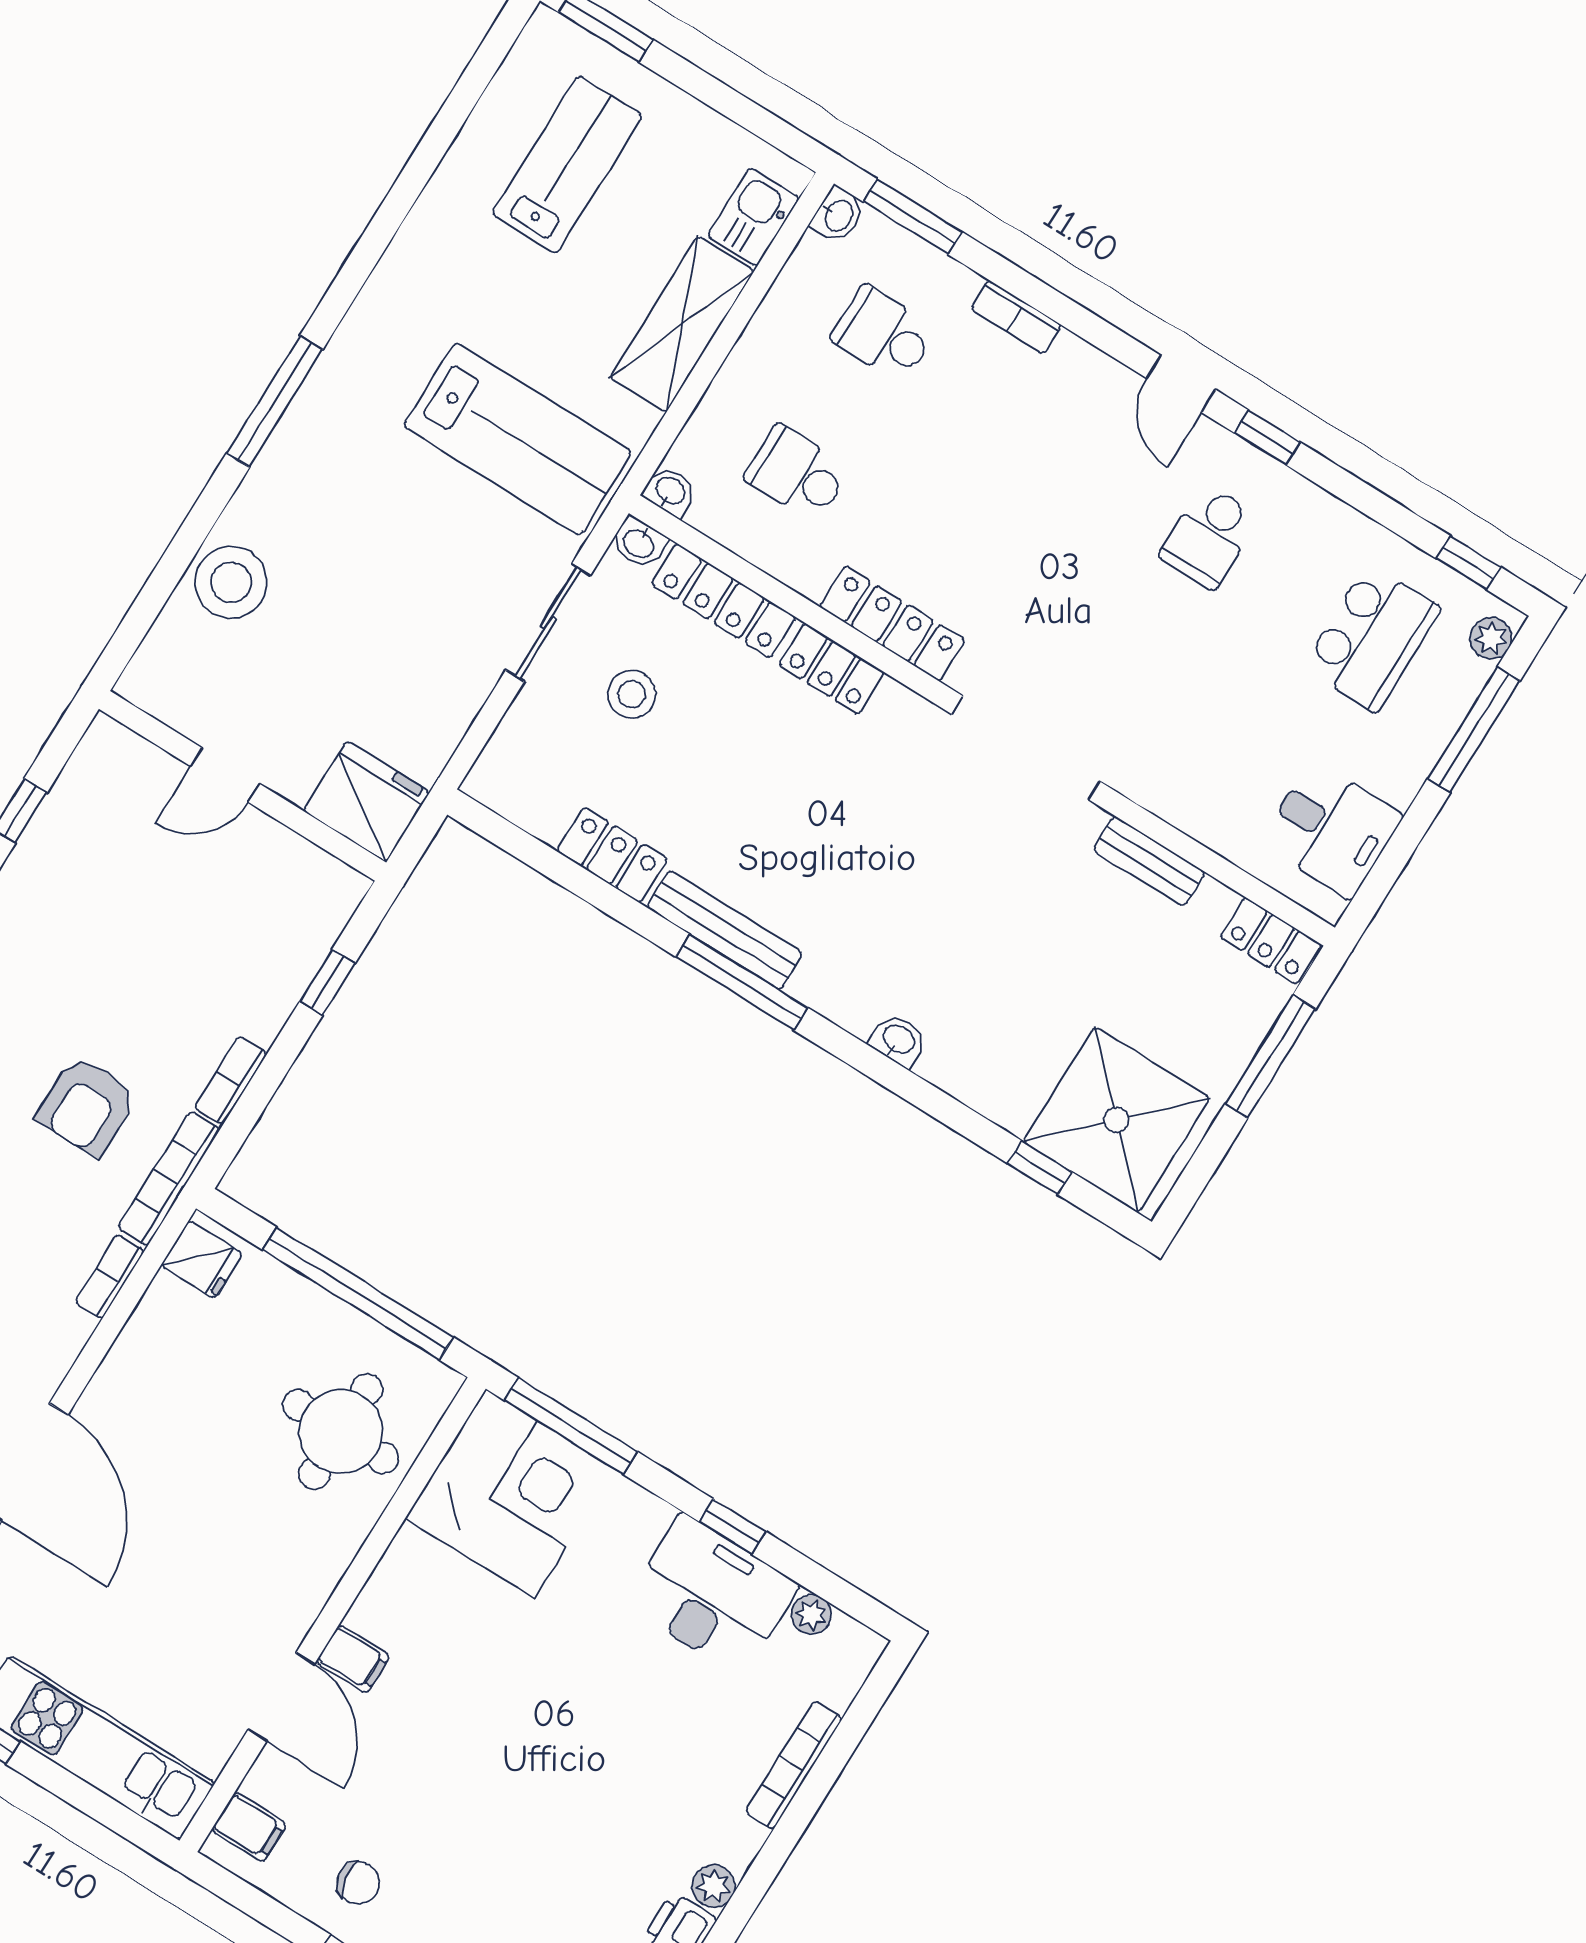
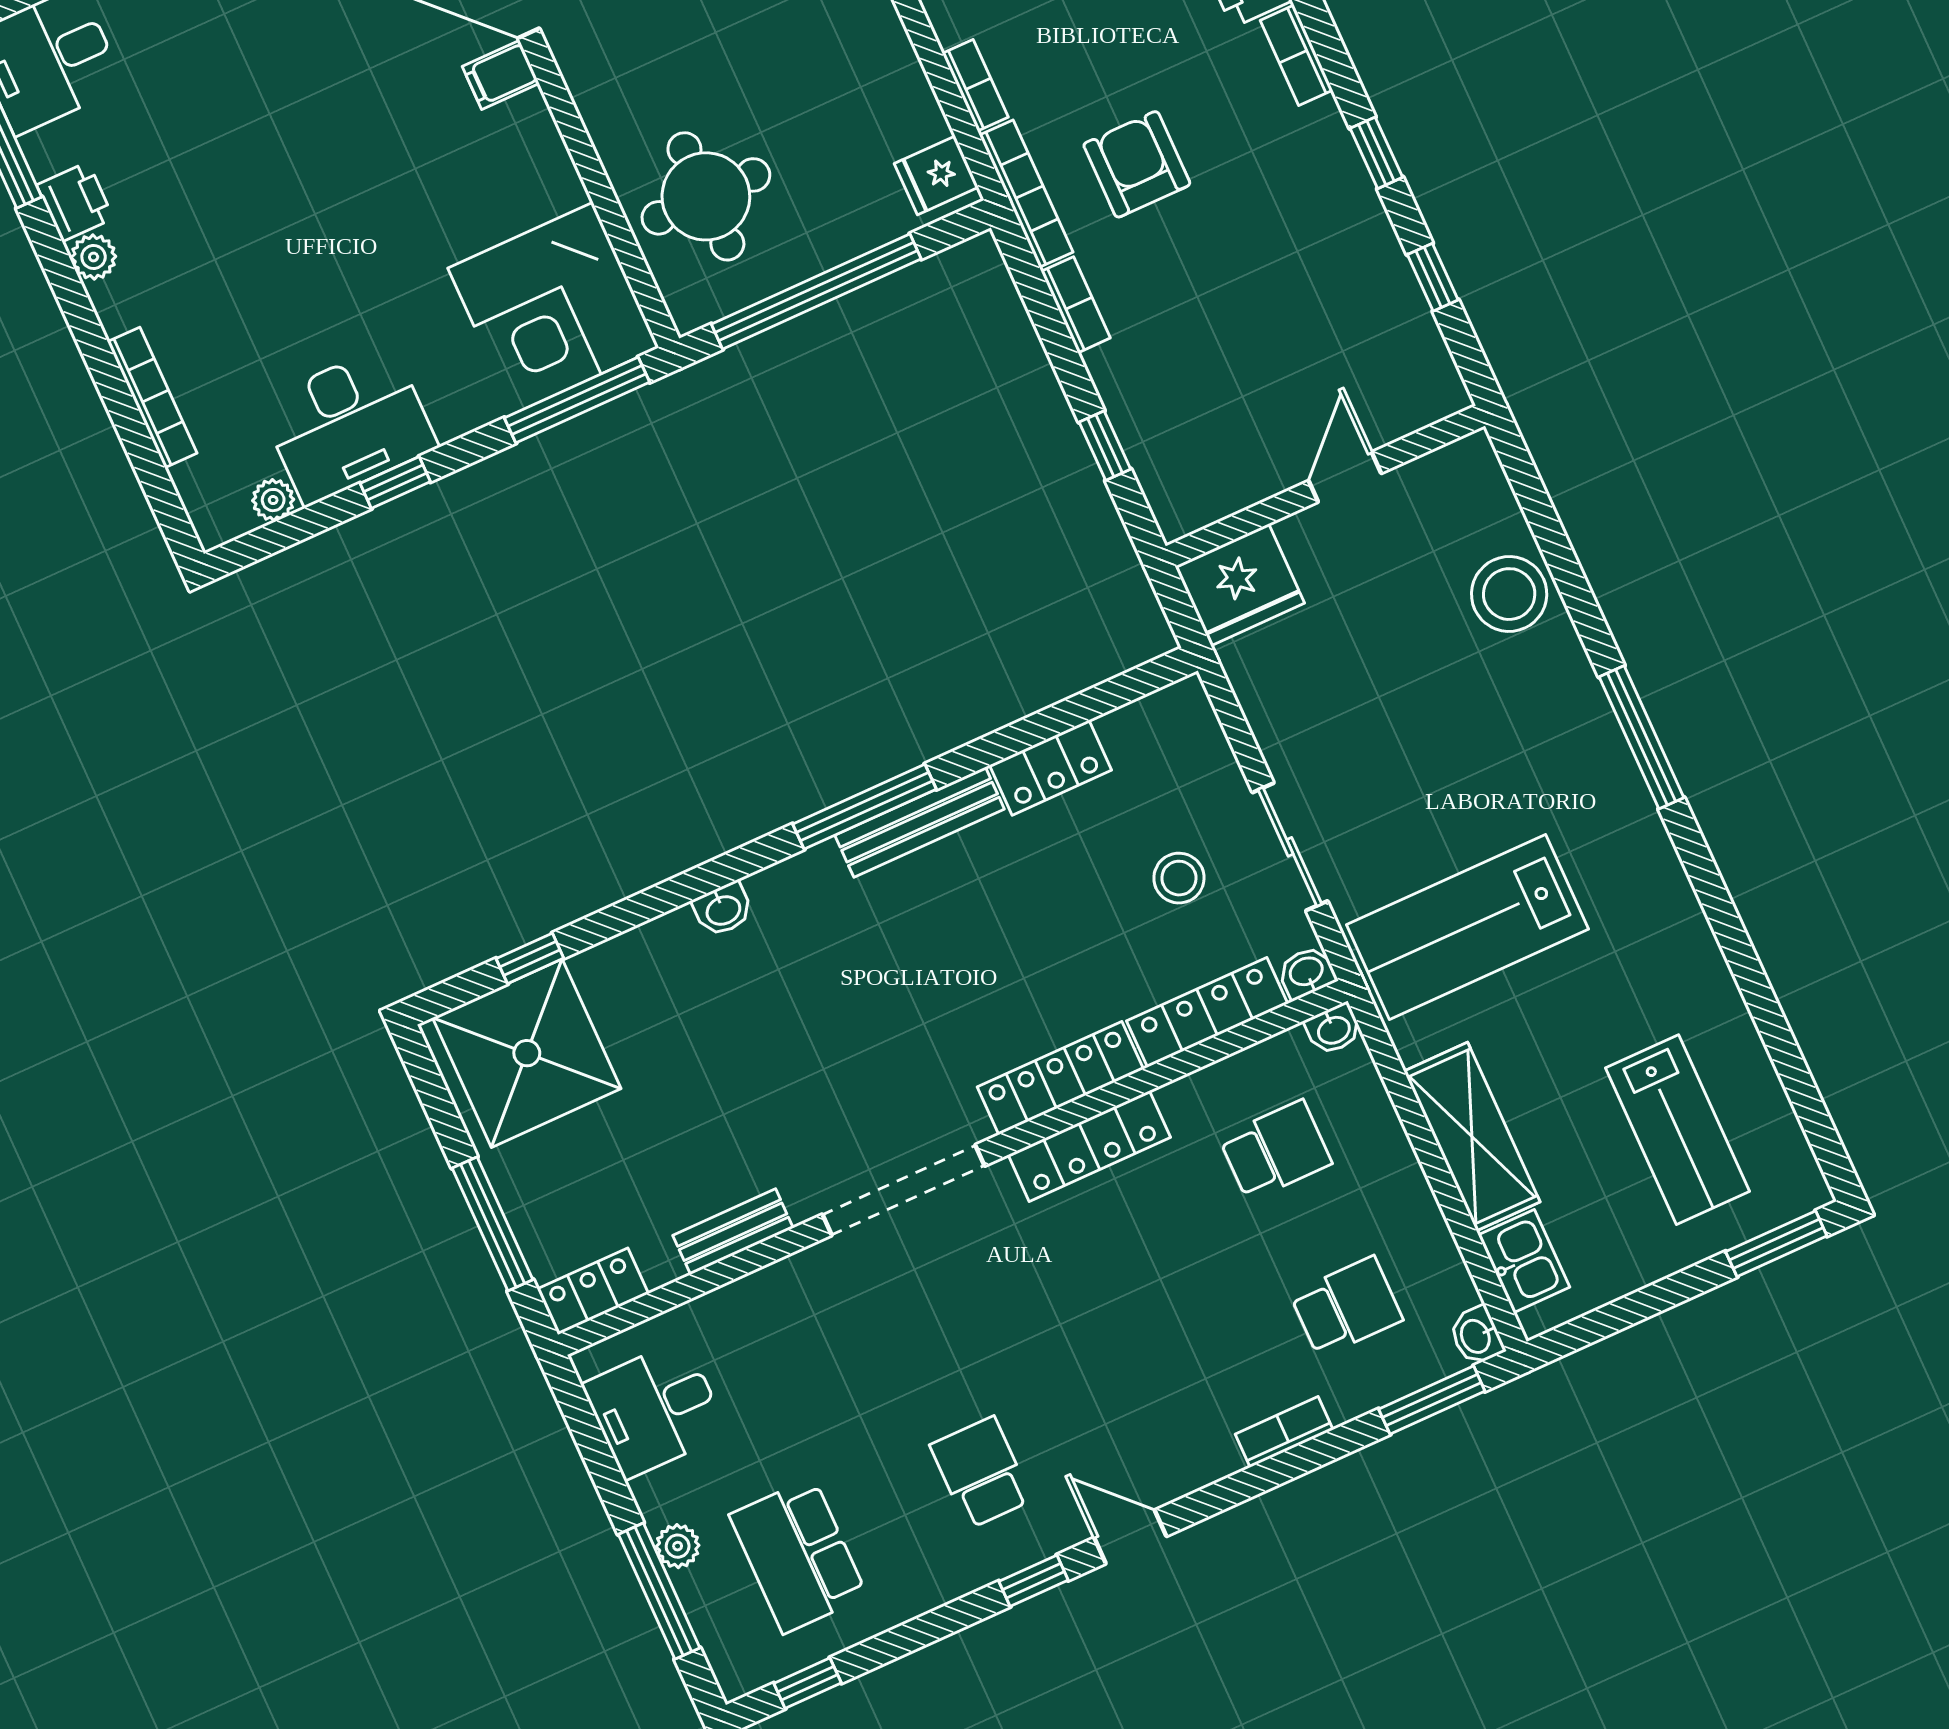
plant: (1491, 638) -> (678, 1546), moved
locker: (831, 669) -> (1060, 1078), width x1.53

